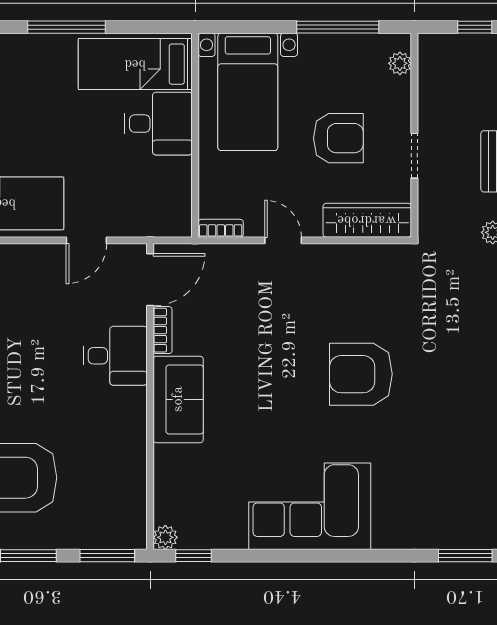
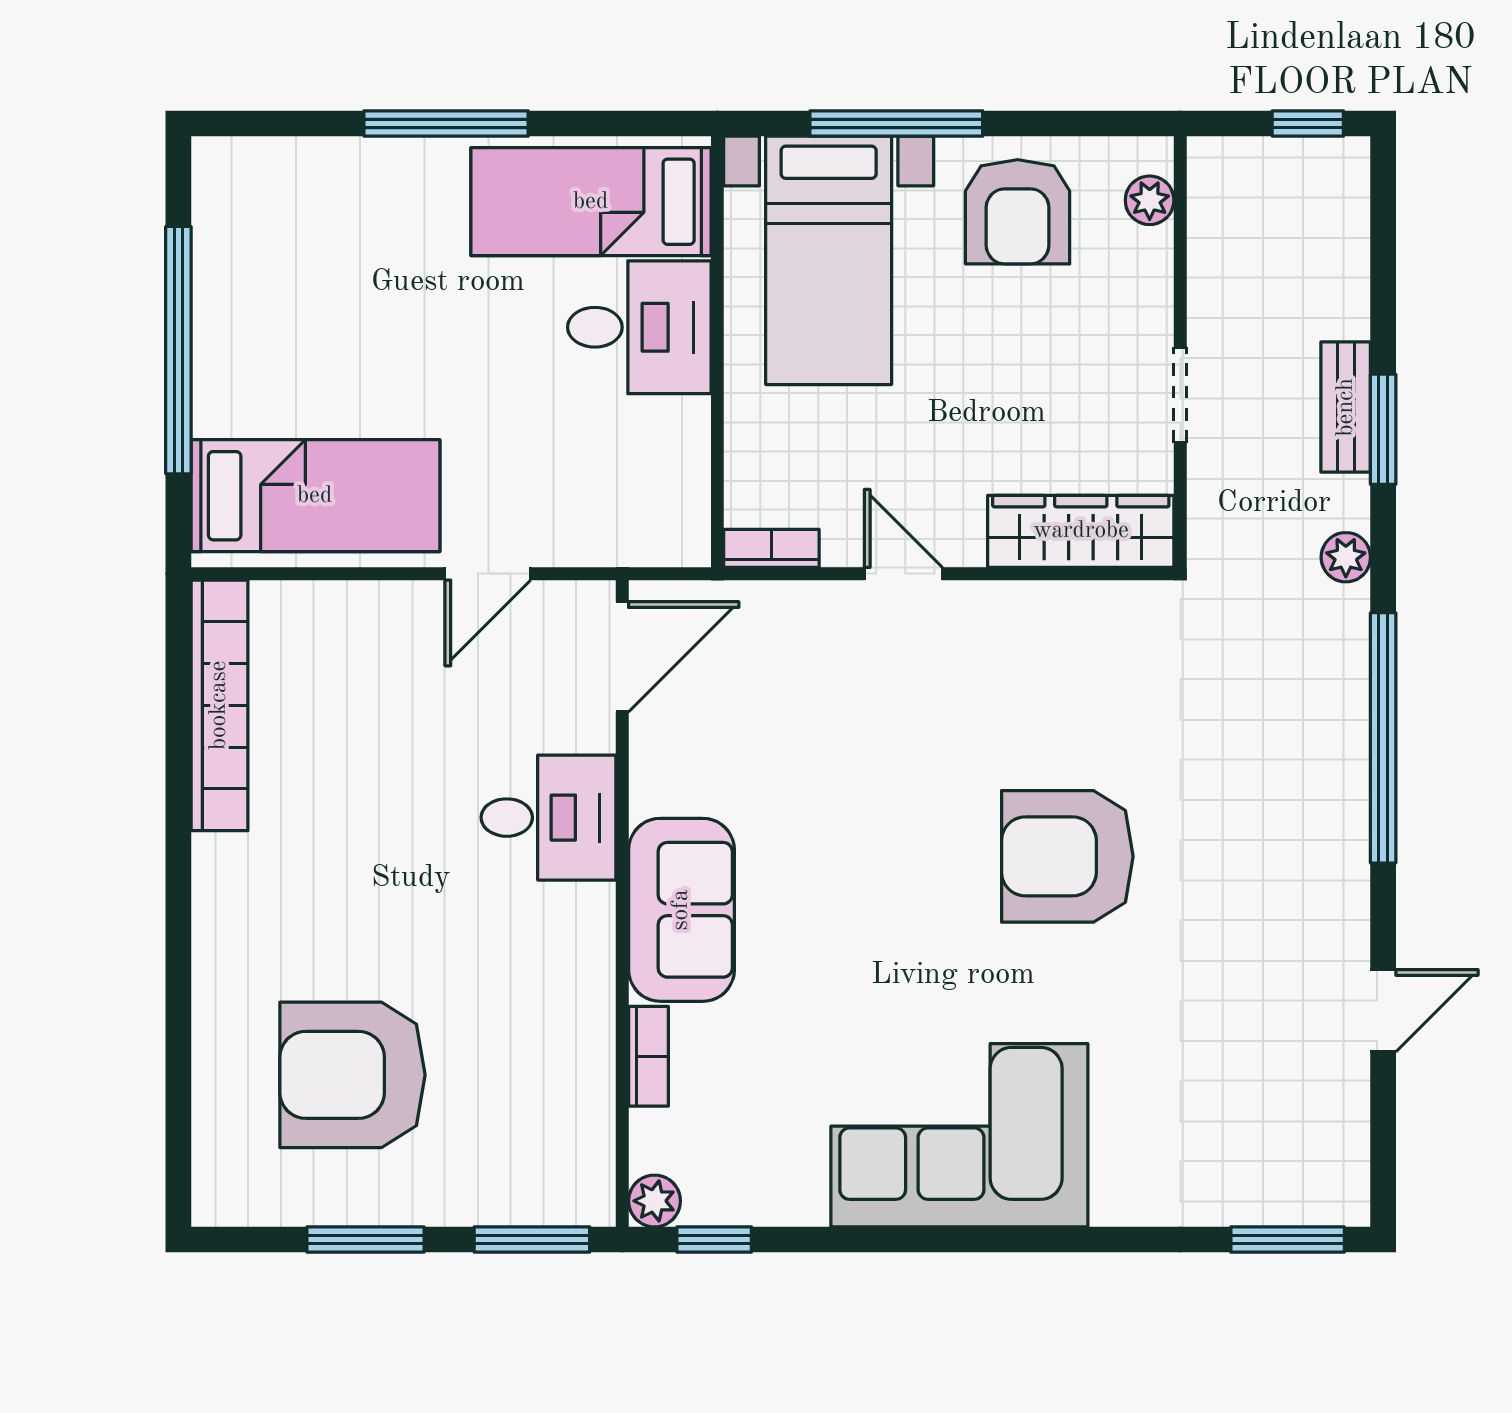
window: (338, 27) -> (896, 123), moved
armchair: (338, 138) -> (1018, 212), moved, turned 90
bookcase: (162, 330) -> (649, 1056), moved

